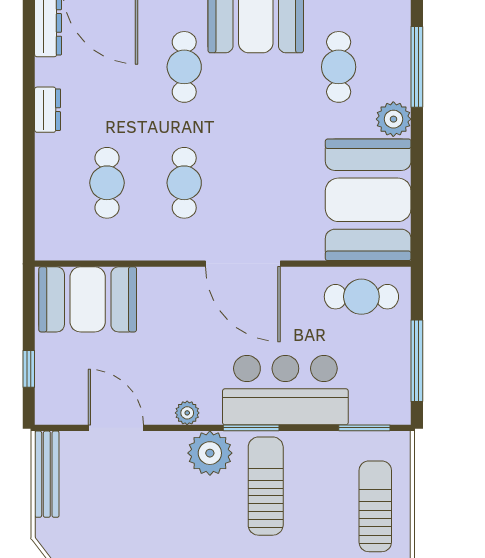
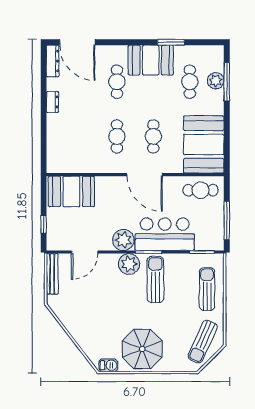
plant: (393, 119) -> (216, 81), moved
cafe table: (107, 183) -> (153, 136), moved
plant: (187, 413) -> (123, 240), width x1.88, depth x1.88
door: (116, 428) -> (85, 252), swing flipped

